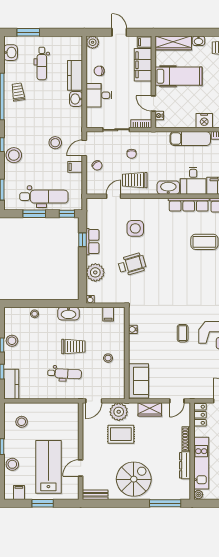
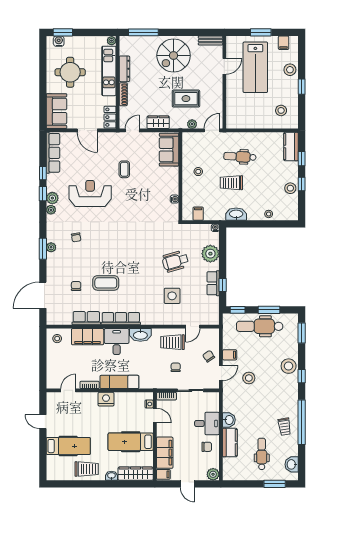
trolley: (135, 180) -> (173, 342), turned 180
coffee table: (183, 333) -> (124, 169), moved
plant: (119, 412) -> (192, 124), width x0.53, depth x0.53

